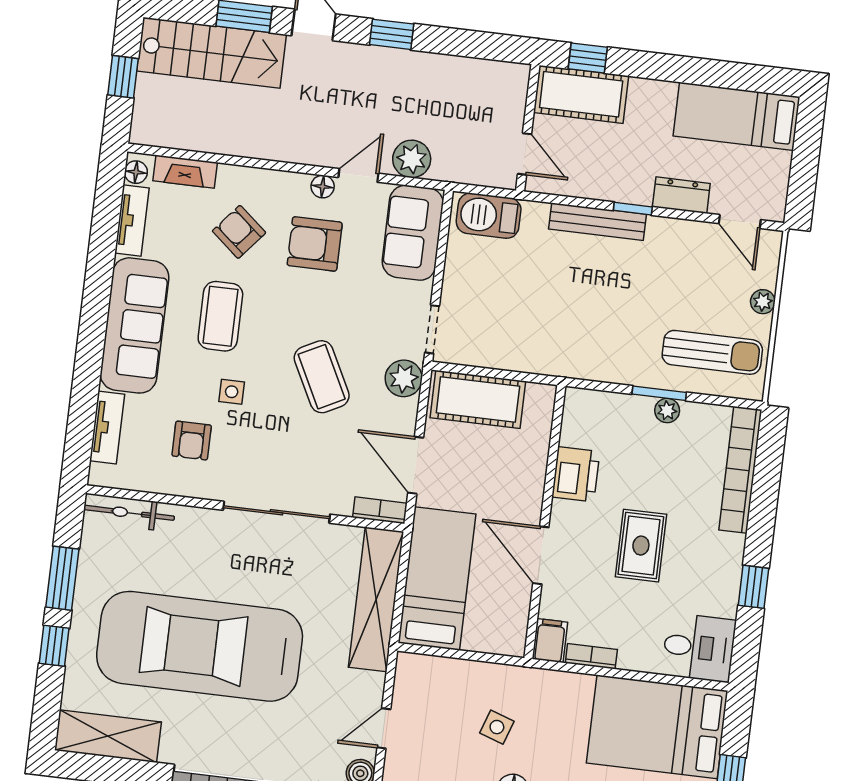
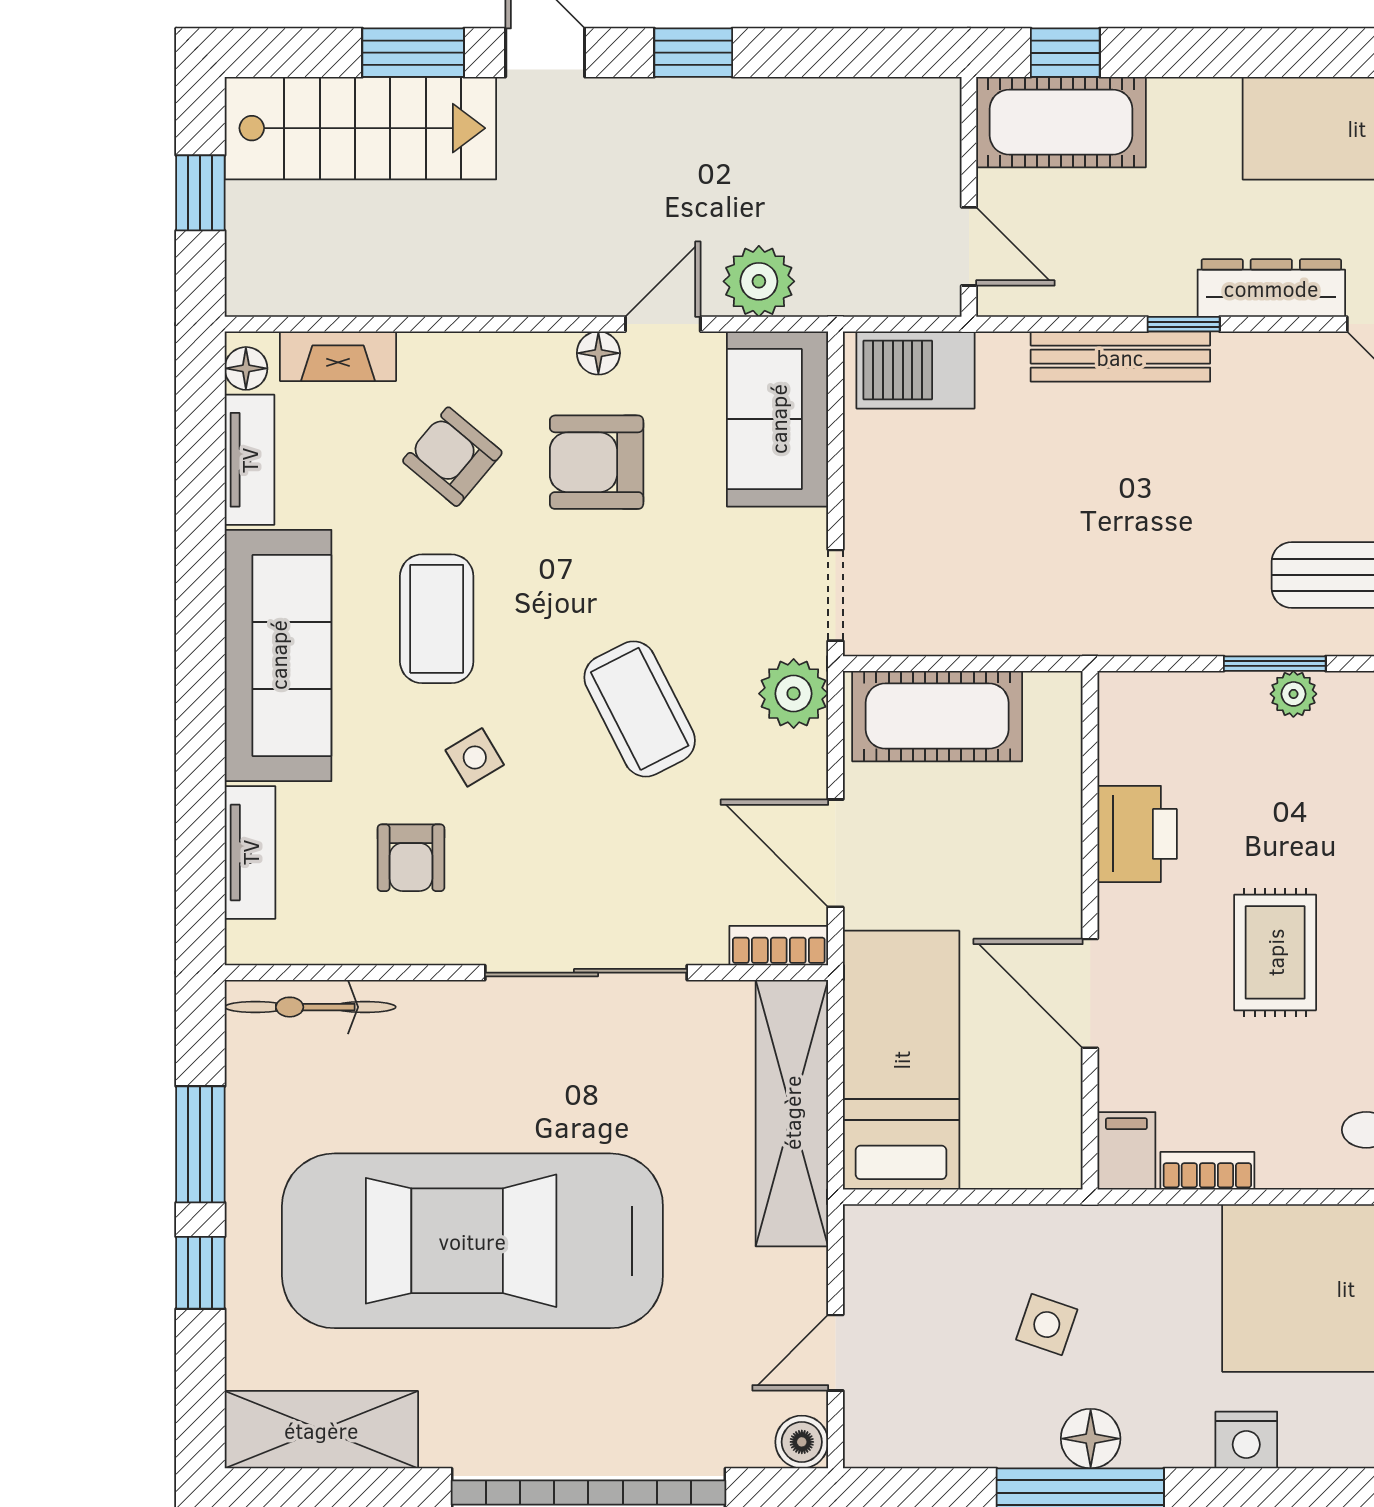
dresser: (681, 195) -> (1271, 288), width x1.44
side table: (232, 392) -> (475, 757), turned -31

